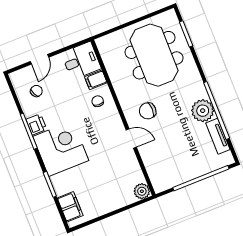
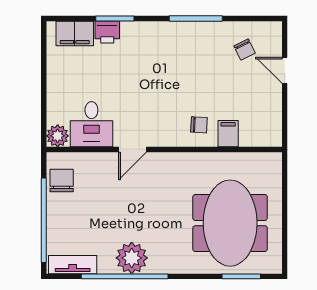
meeting table: (154, 55) -> (230, 223), turned 90
desk: (81, 61) -> (91, 124), moved
chair: (148, 111) -> (62, 180), moved
printer: (36, 124) -> (107, 32), moved
tv unit: (218, 136) -> (73, 265), moved
corner desk: (61, 148) -> (156, 52), removed

